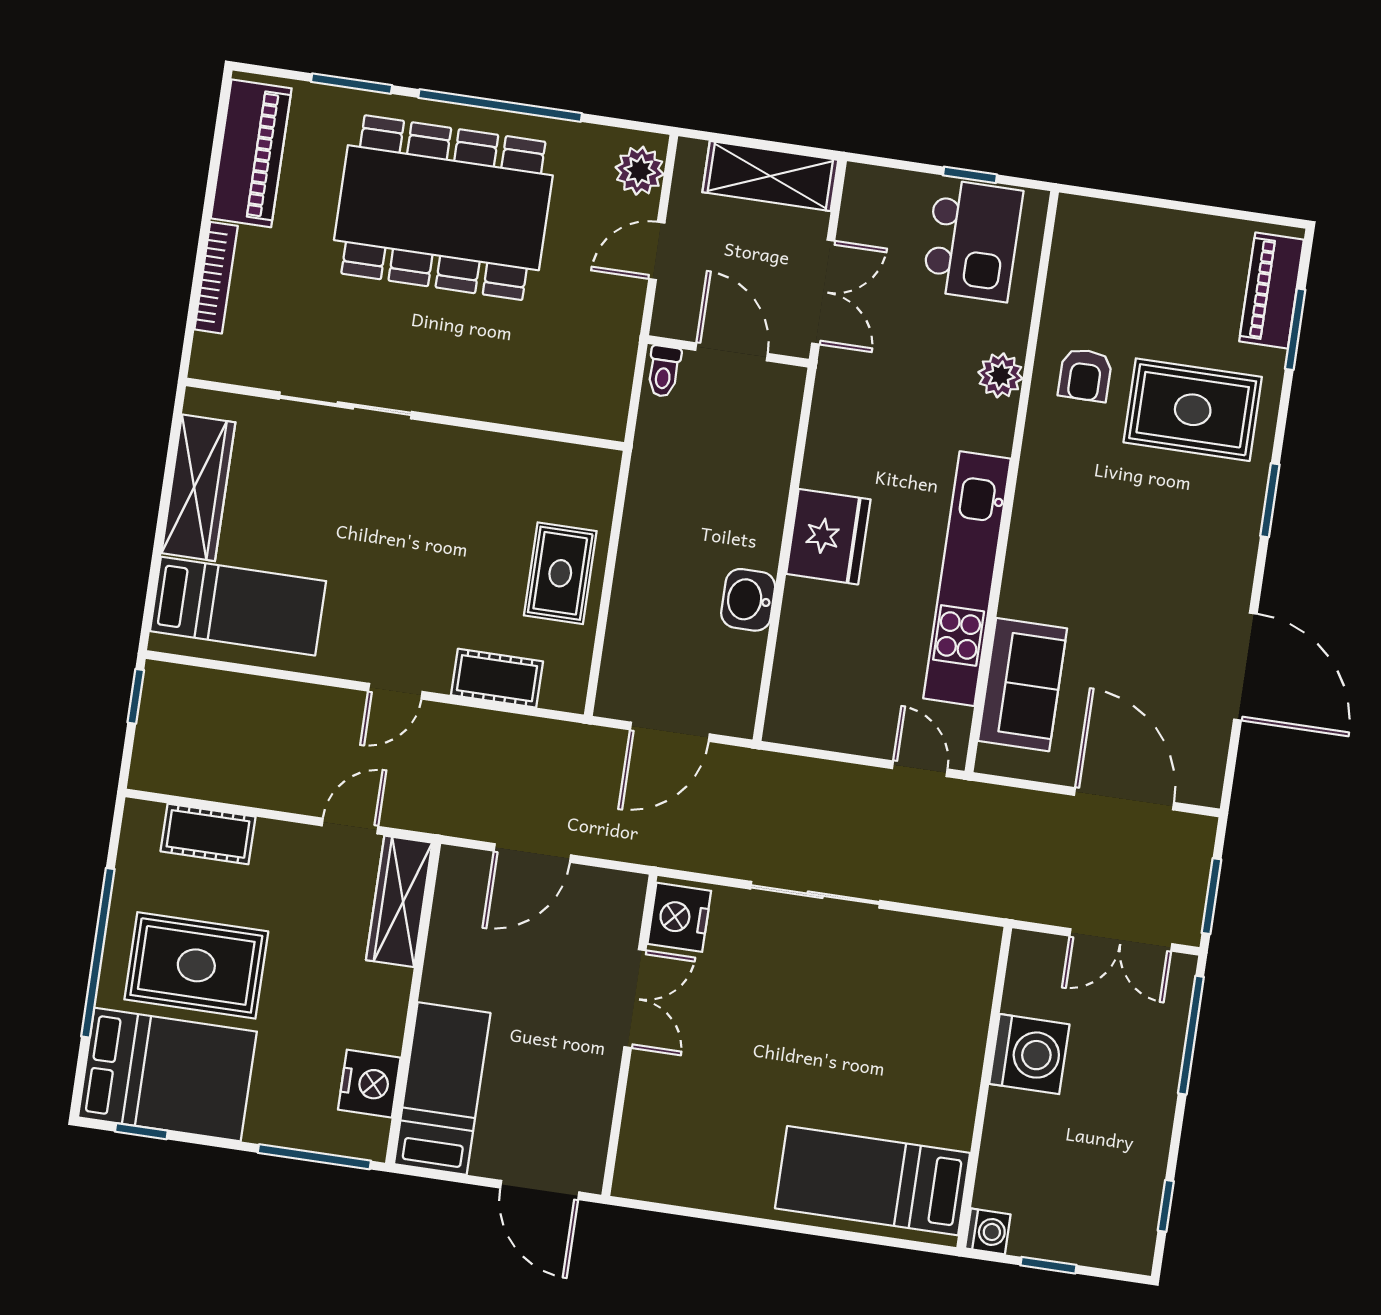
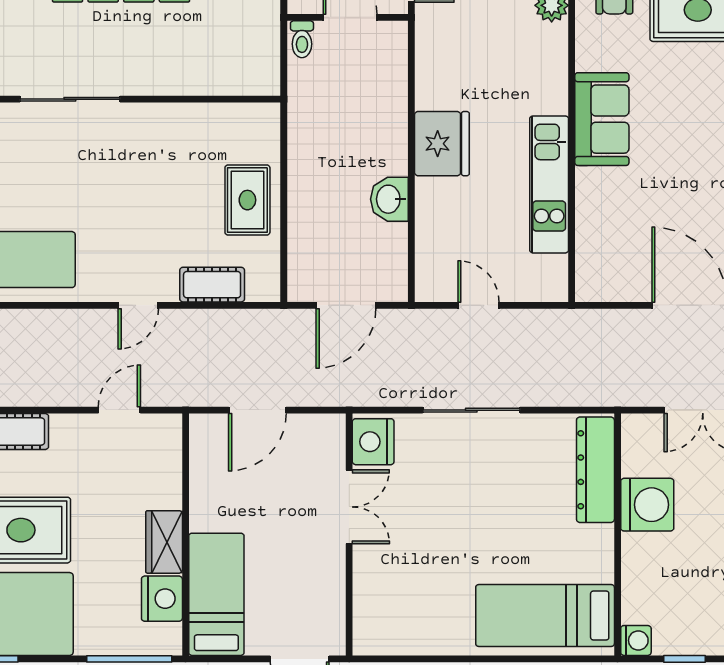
kitchen unit: (967, 579) -> (549, 184), width x0.73
sofa: (1023, 685) -> (602, 119), moved
door: (920, 769) -> (479, 305), moved
wardrobe: (399, 901) -> (164, 542), moved, width x0.67
dresser: (968, 998) -> (595, 470), added

